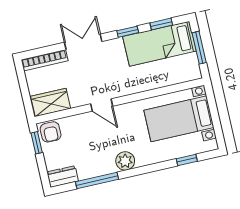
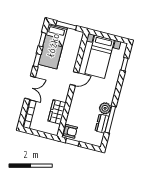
double door: (83, 42) -> (30, 88), swing flipped
wardrobe: (51, 102) -> (57, 112), moved
door: (102, 105) -> (74, 79), moved
plant: (125, 161) -> (105, 108), moved
dresser: (63, 177) -> (102, 124), moved

